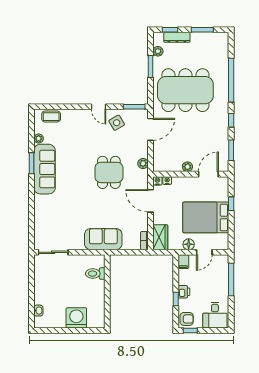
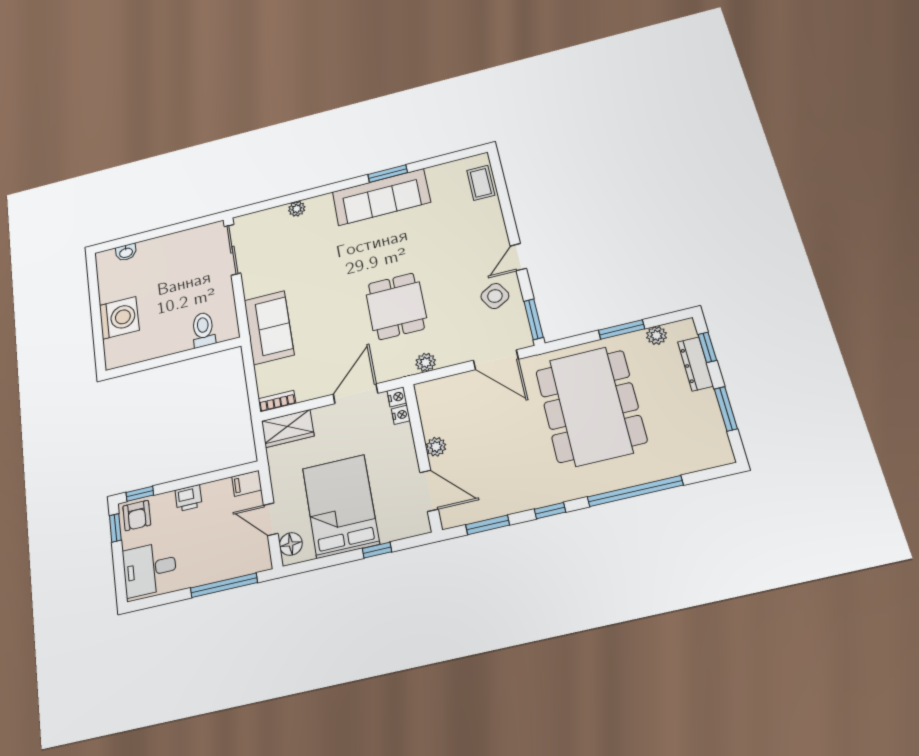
plant: (39, 138) -> (297, 209), moved
dining table: (109, 172) -> (396, 306), turned 90
floor lamp: (189, 244) -> (291, 544), moved
window: (176, 299) -> (140, 494), moved

